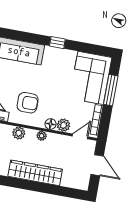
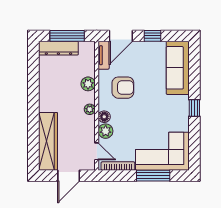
armchair: (28, 103) -> (123, 88), turned -90
wardrobe: (35, 173) -> (48, 141), moved

